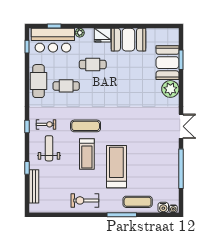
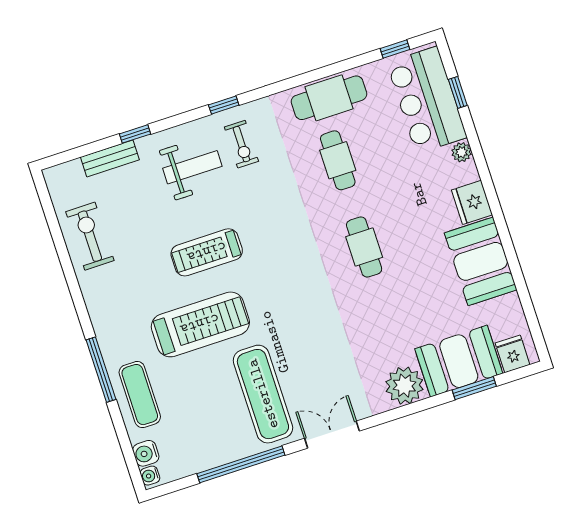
fridge: (172, 39) -> (513, 354), added
cafe table: (93, 64) -> (364, 247), moved
exercise mat: (86, 126) -> (263, 394), moved, width x1.36, depth x1.45
double door: (181, 126) -> (332, 435), swing flipped
bench: (34, 186) -> (110, 158), width x0.73
exercise bike: (85, 200) -> (90, 236), moved

